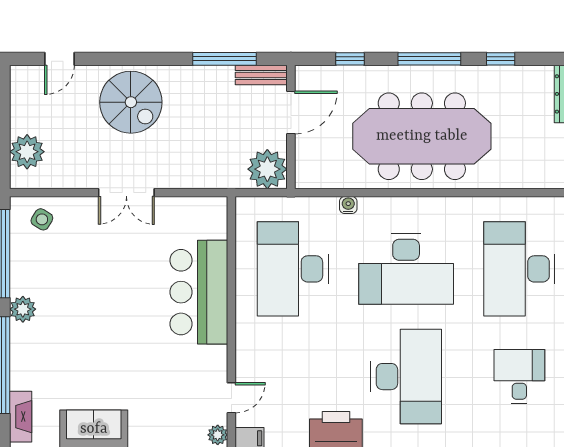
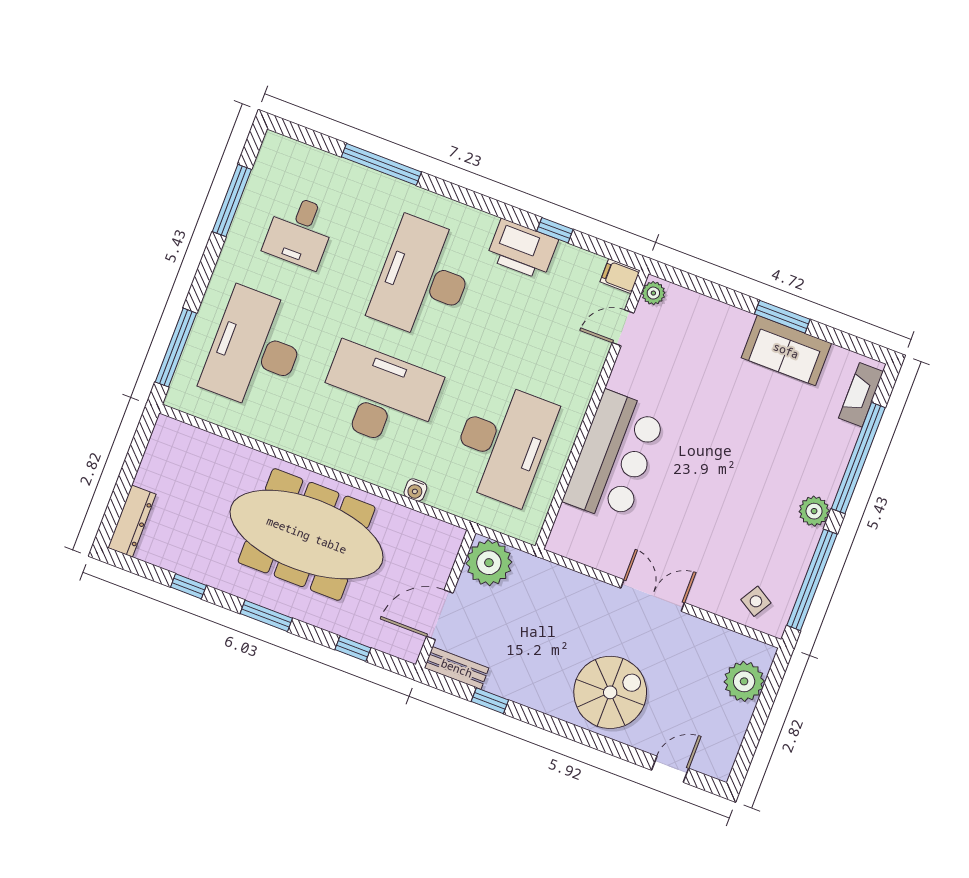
window: (225, 59) -> (490, 701), width x0.46
window: (429, 59) -> (266, 616), width x0.69
spiral stairs: (131, 102) -> (610, 692), turned 90
desk: (519, 269) -> (255, 349), turned 180

